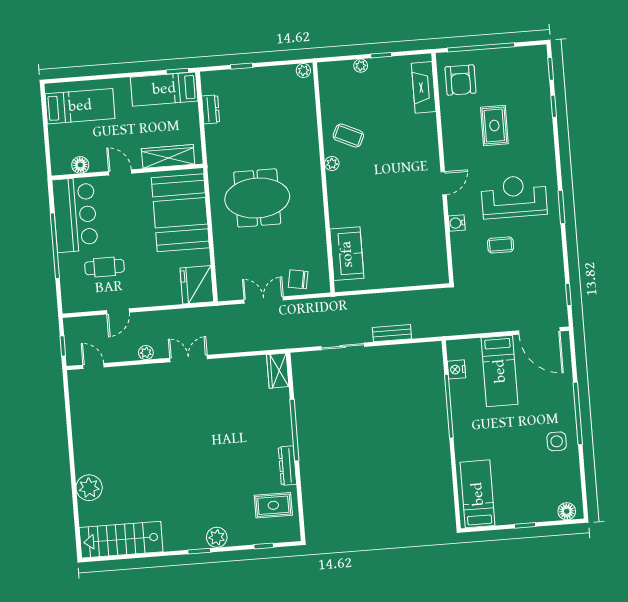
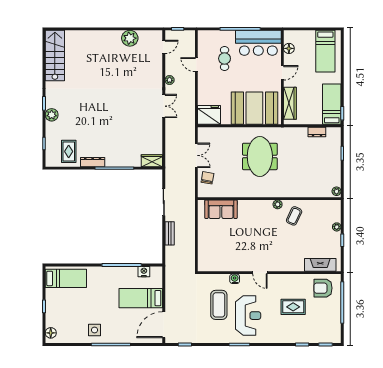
coffee table: (501, 245) -> (219, 305), width x1.86, depth x1.72
plant: (89, 488) -> (130, 38), moved

